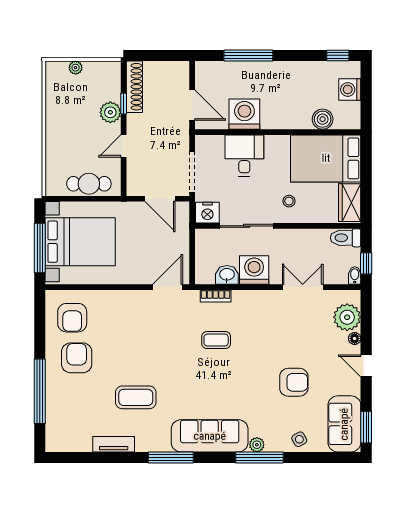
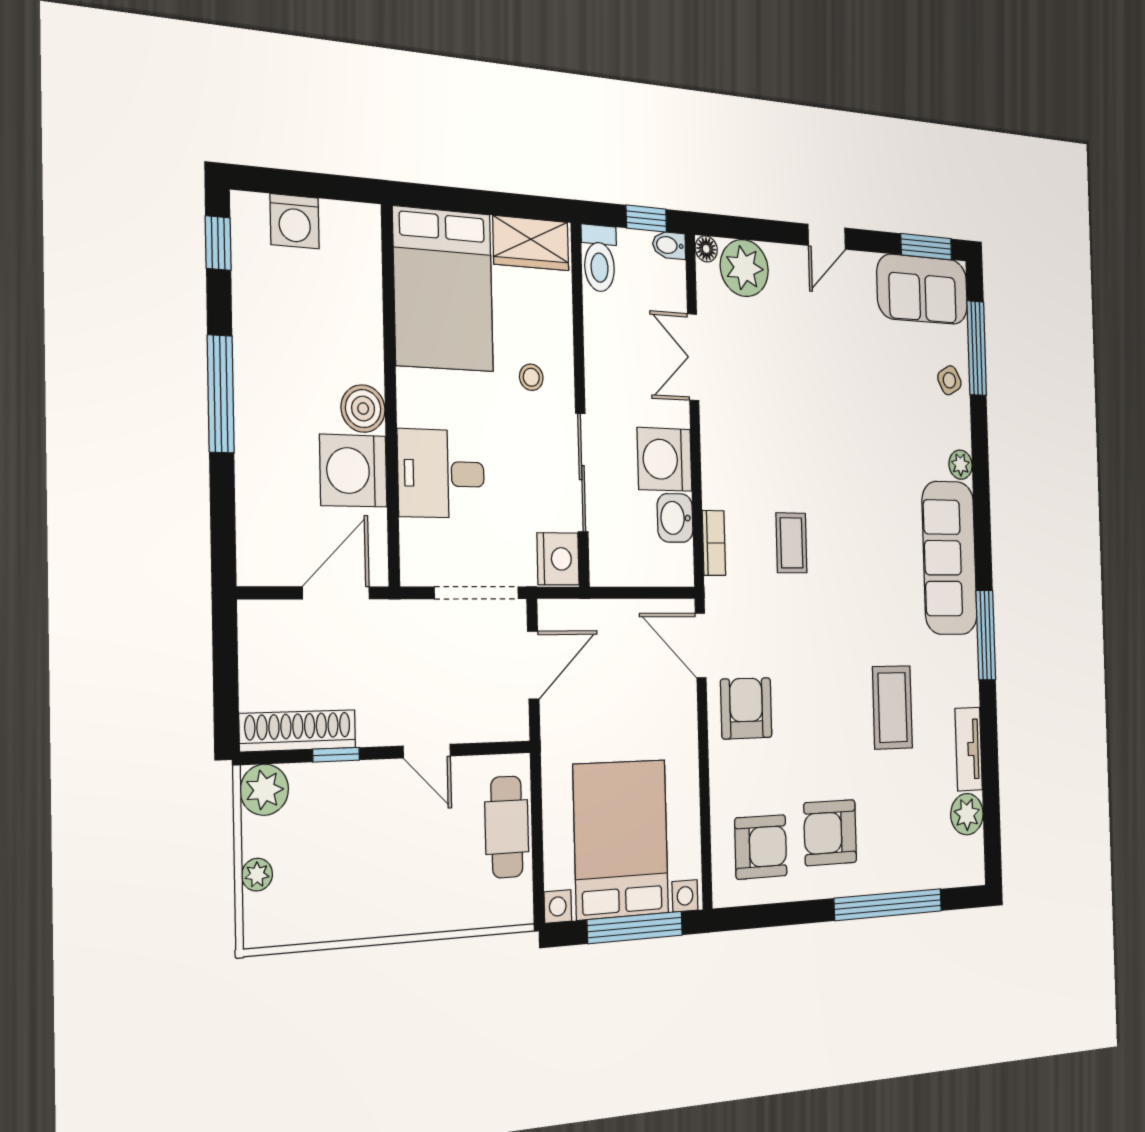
window: (248, 55) -> (221, 394), moved
plant: (110, 112) -> (264, 790), moved
boiler: (323, 119) -> (363, 409), moved
floor lamp: (355, 339) -> (706, 249), moved
armchair: (294, 382) -> (746, 708), moved
plant: (81, 442) -> (967, 814), added
window: (259, 458) -> (977, 348), moved

